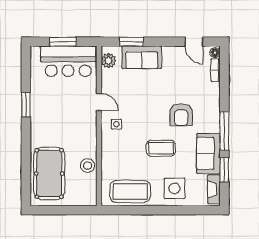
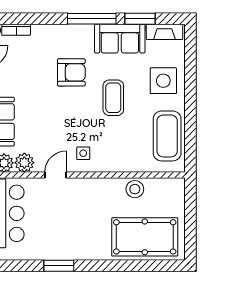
plant: (109, 77) -> (24, 163), added

